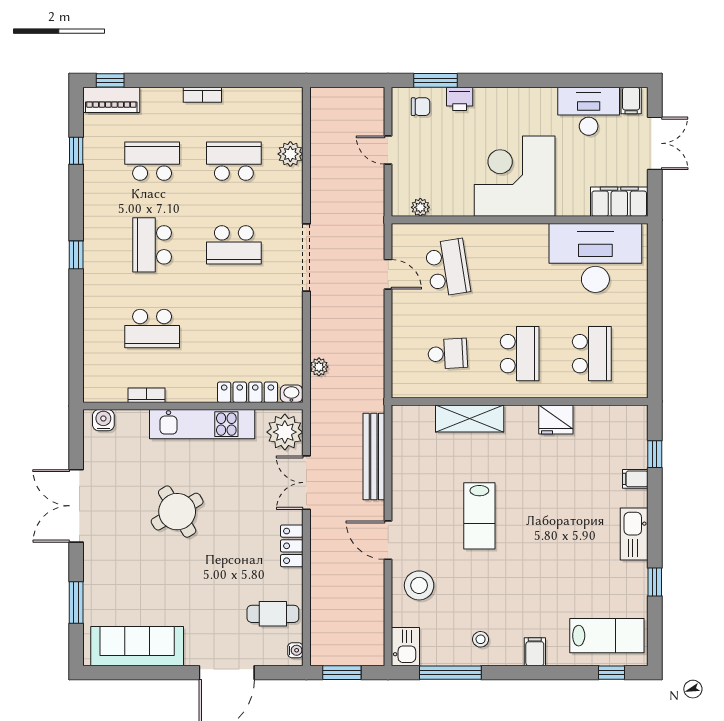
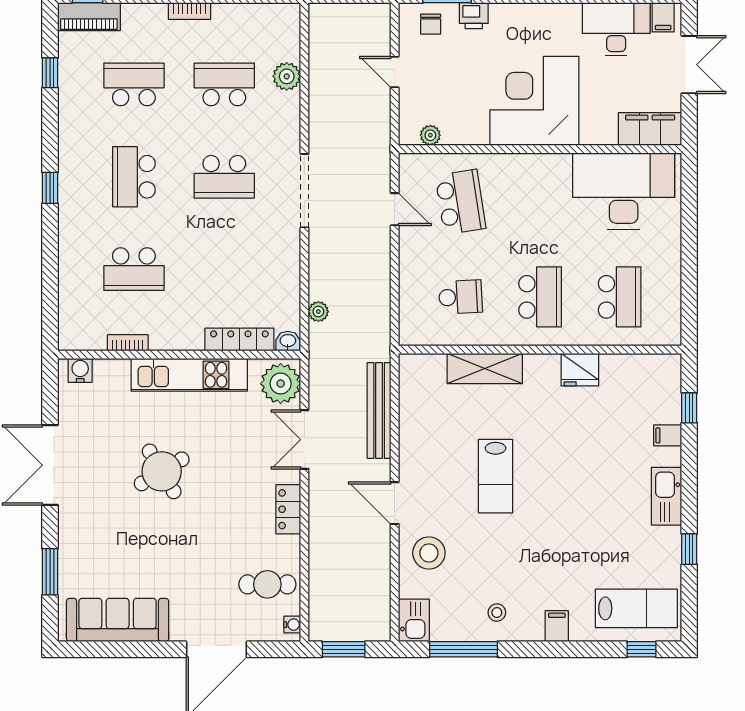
chair: (421, 107) -> (431, 24), turned 90

